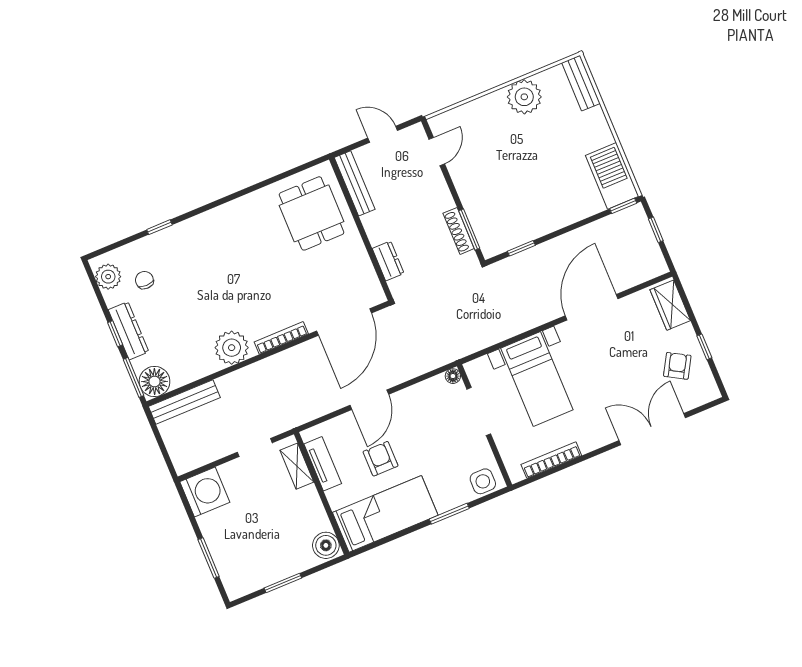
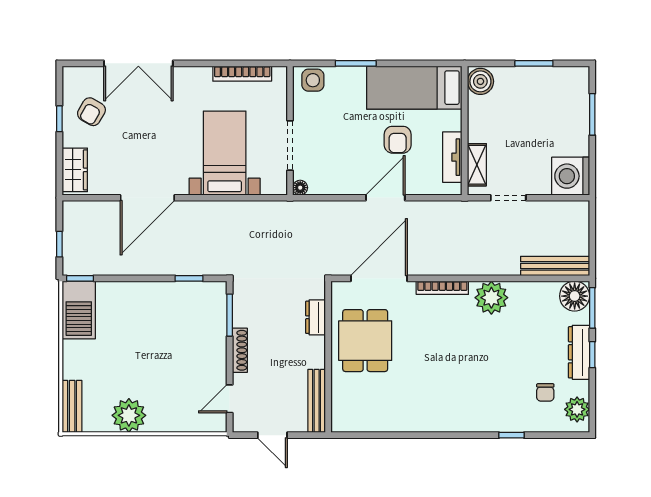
dining table: (312, 213) -> (365, 341), moved
shoe rack: (459, 231) -> (240, 350), moved

